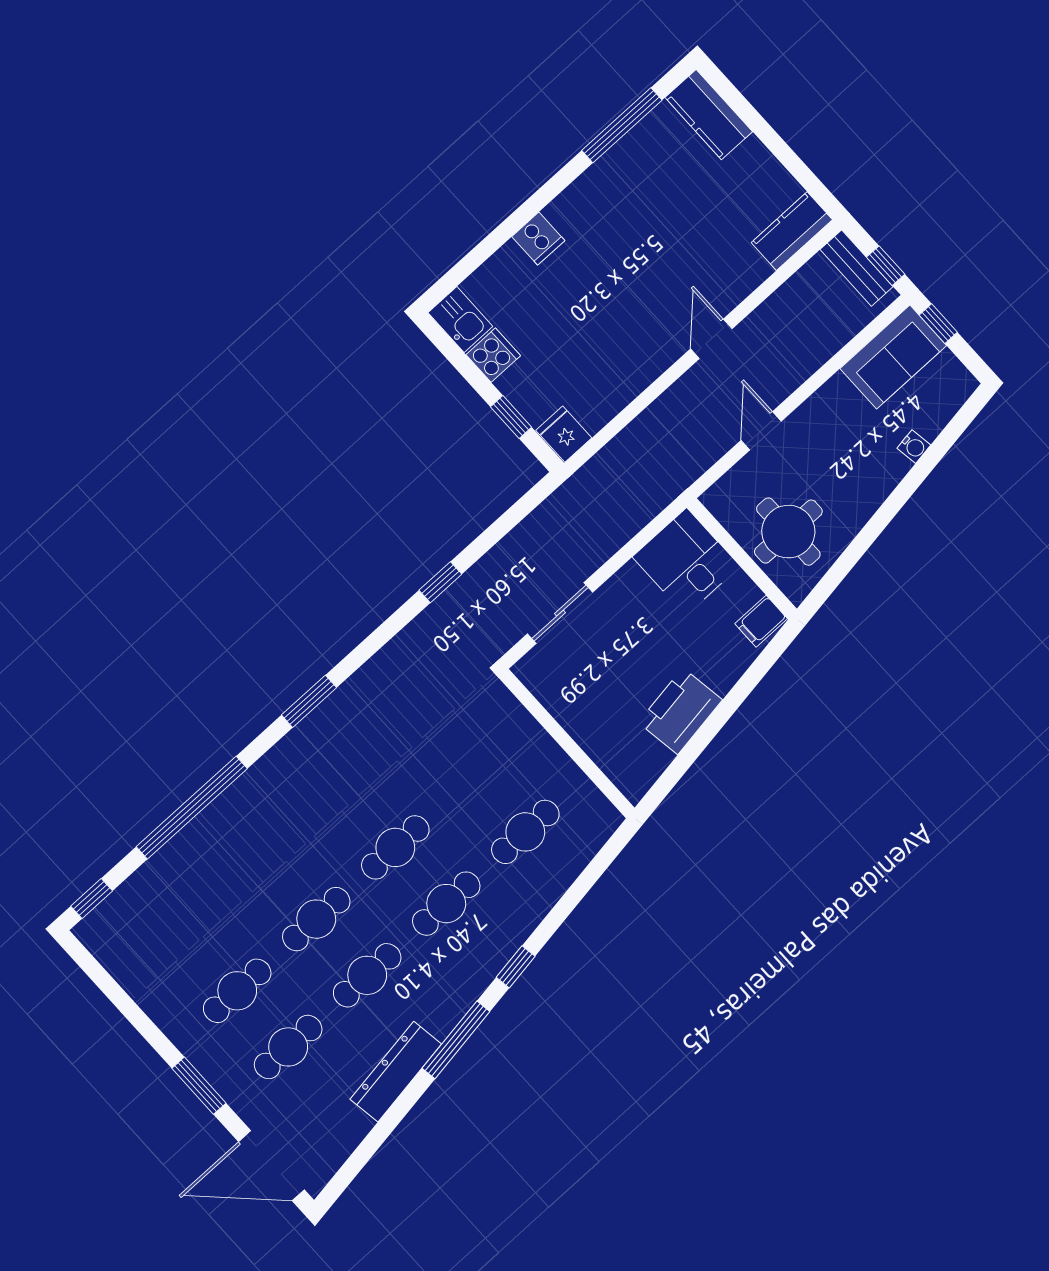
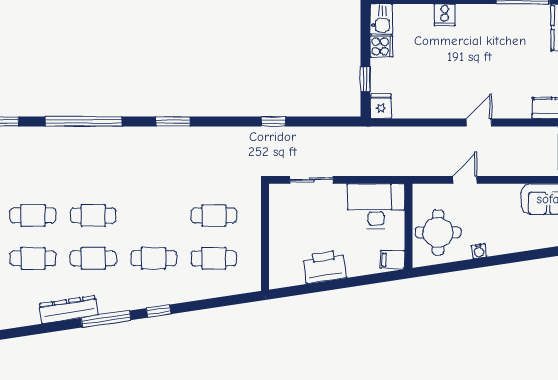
water cooler: (914, 447) -> (479, 251), moved
desk: (686, 562) -> (376, 206), width x1.37
cafe table: (395, 847) -> (214, 215), moved

